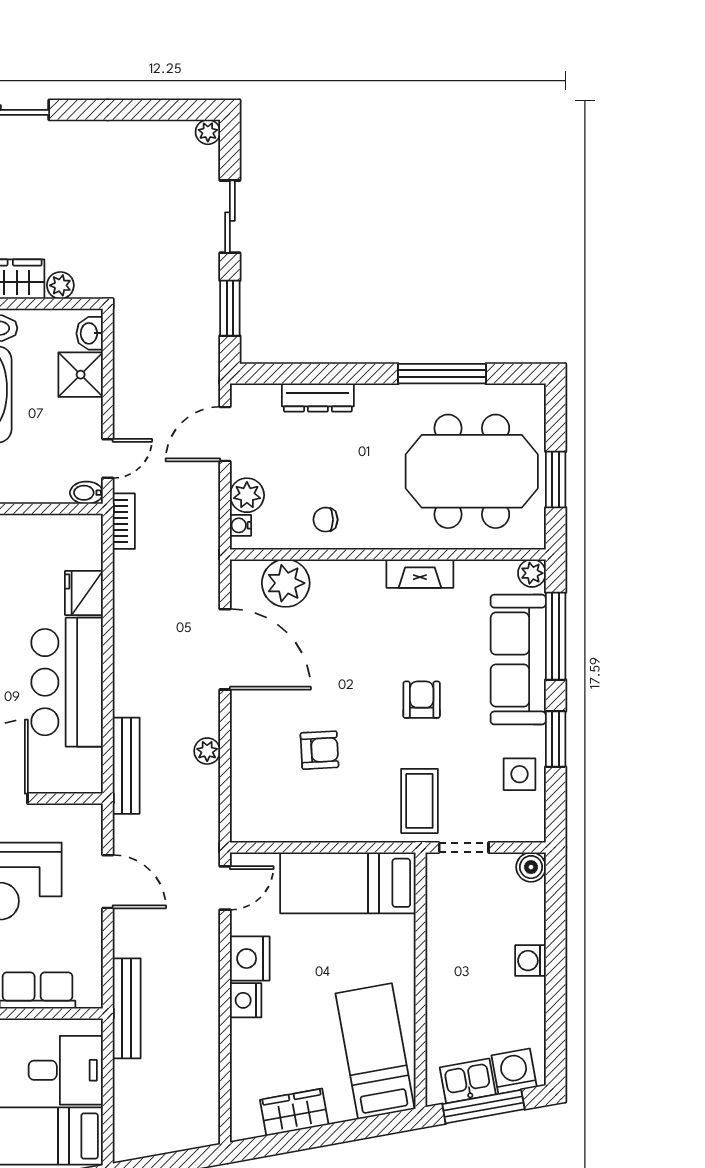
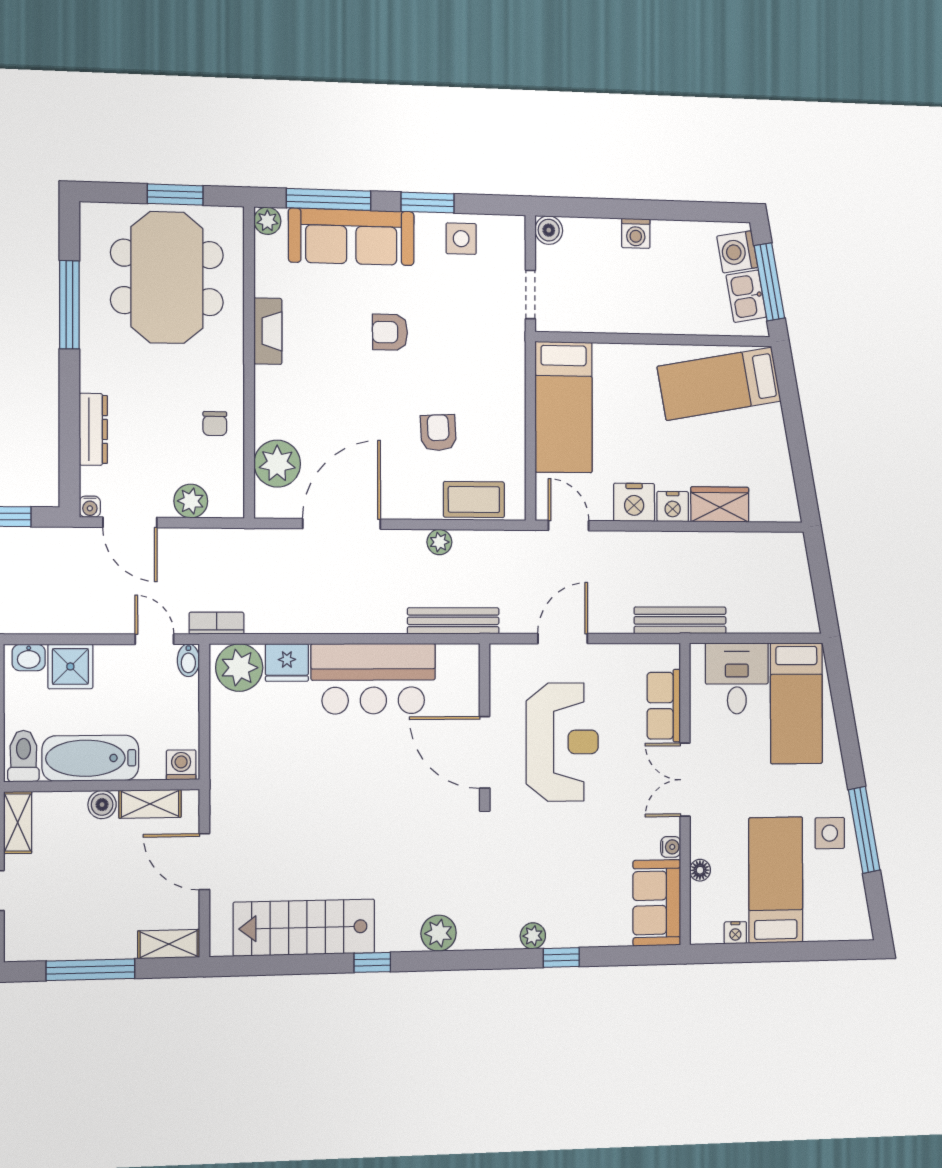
water cooler: (240, 525) -> (90, 507), moved
plant: (79, 544) -> (239, 668), added
coffee table: (419, 801) -> (474, 500), moved
wardrobe: (294, 1112) -> (720, 504), moved, turned 100

